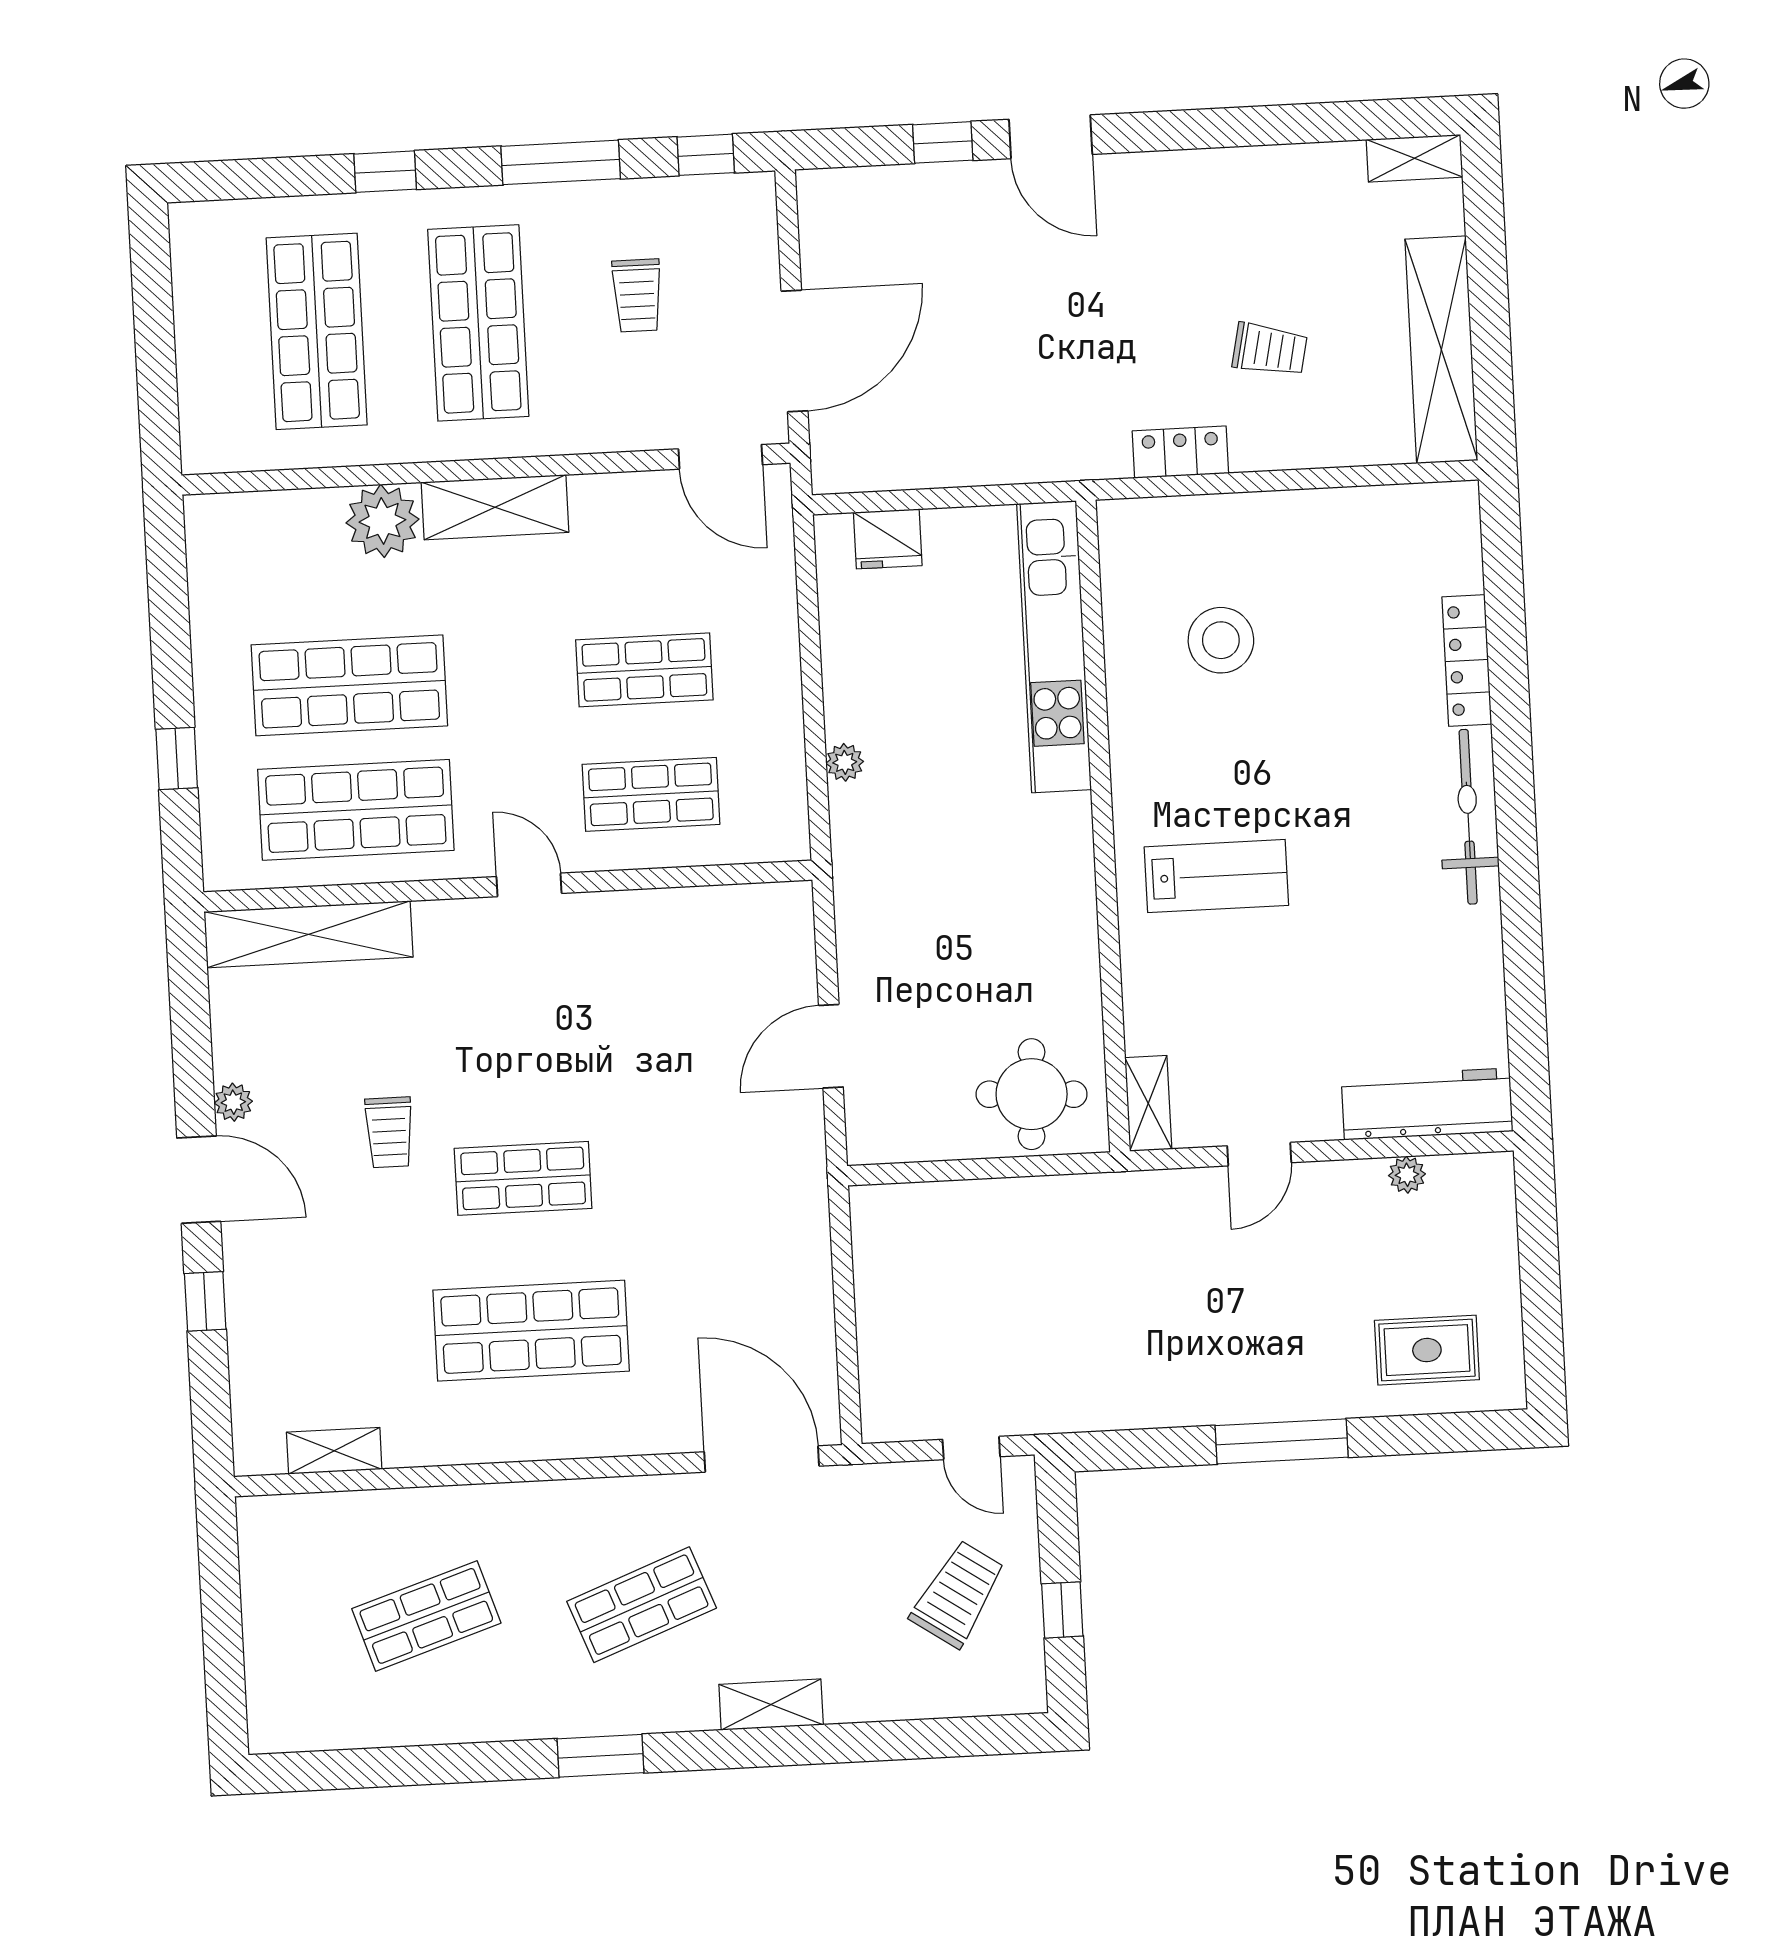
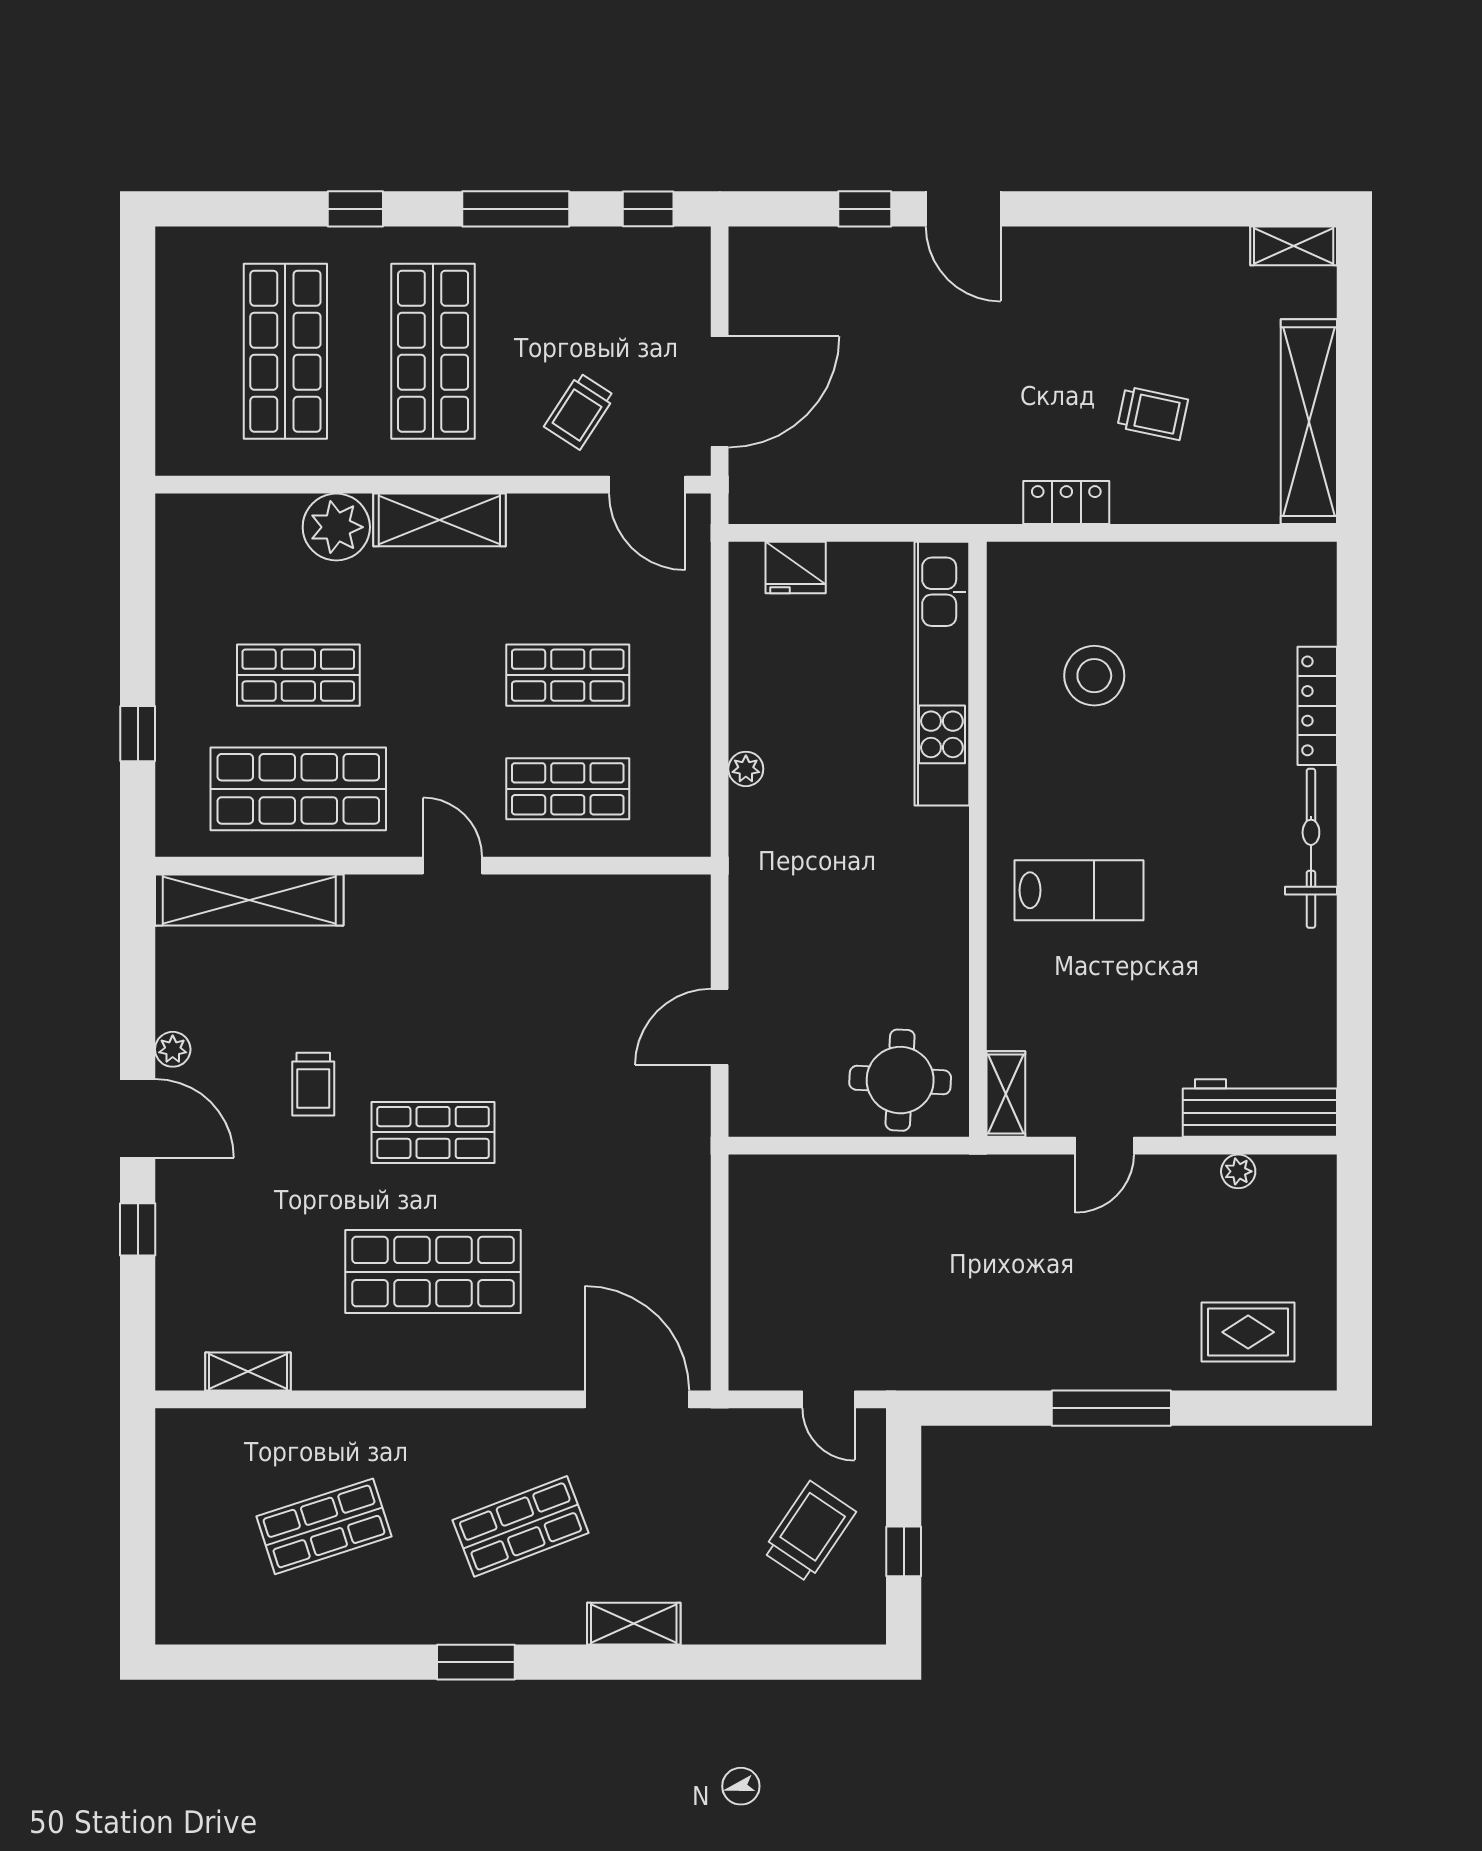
trolley: (637, 295) -> (579, 411), moved, turned 33
shop shelf: (349, 685) -> (298, 675), width x0.70, depth x0.74

